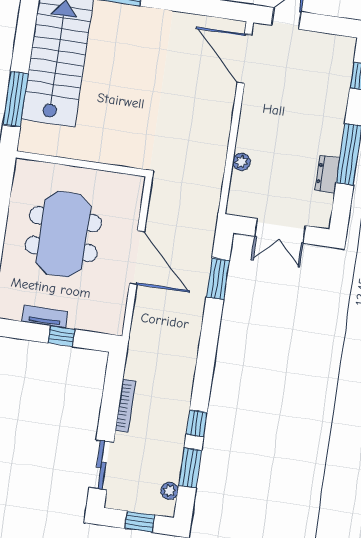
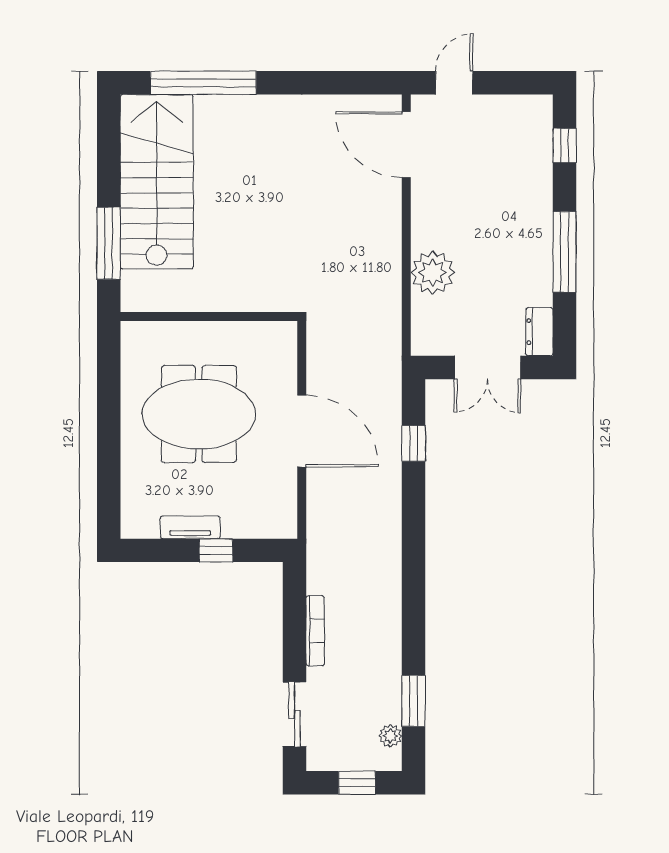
plant: (241, 162) -> (433, 273), width x1.87, depth x1.87
dresser: (327, 174) -> (539, 332), moved
meeting table: (63, 234) -> (199, 414), turned 90
window: (218, 279) -> (414, 443), width x0.67
window: (197, 423) -> (414, 640), removed

